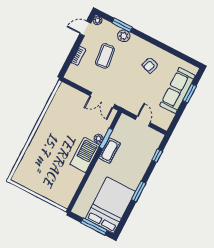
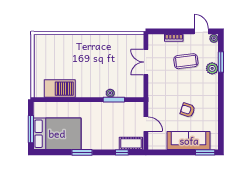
armchair: (150, 65) -> (188, 110), moved
window: (189, 93) -> (205, 152), moved
double door: (102, 100) -> (146, 62), moved
door: (143, 121) -> (146, 124), hinge flipped
cot: (109, 151) -> (131, 143), moved
barbecue: (85, 155) -> (60, 89), moved

